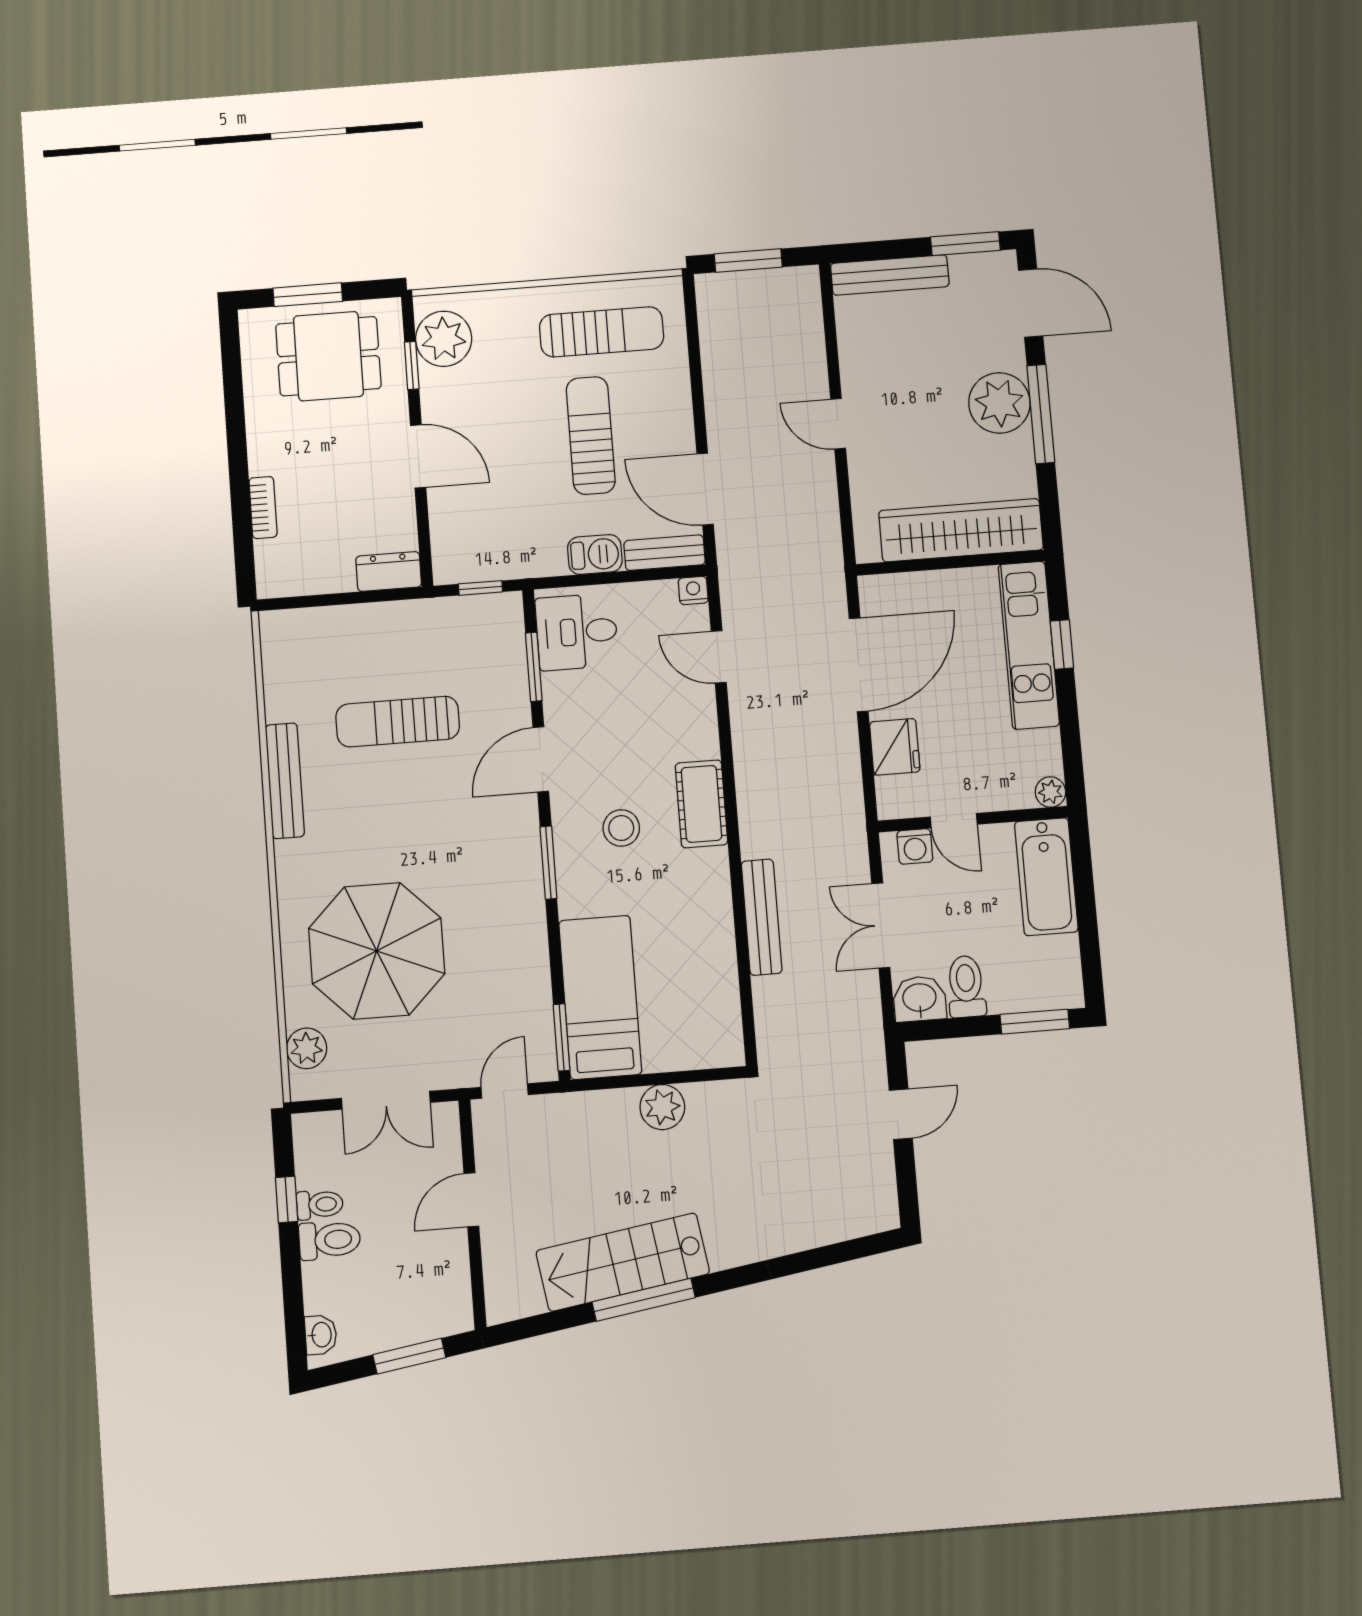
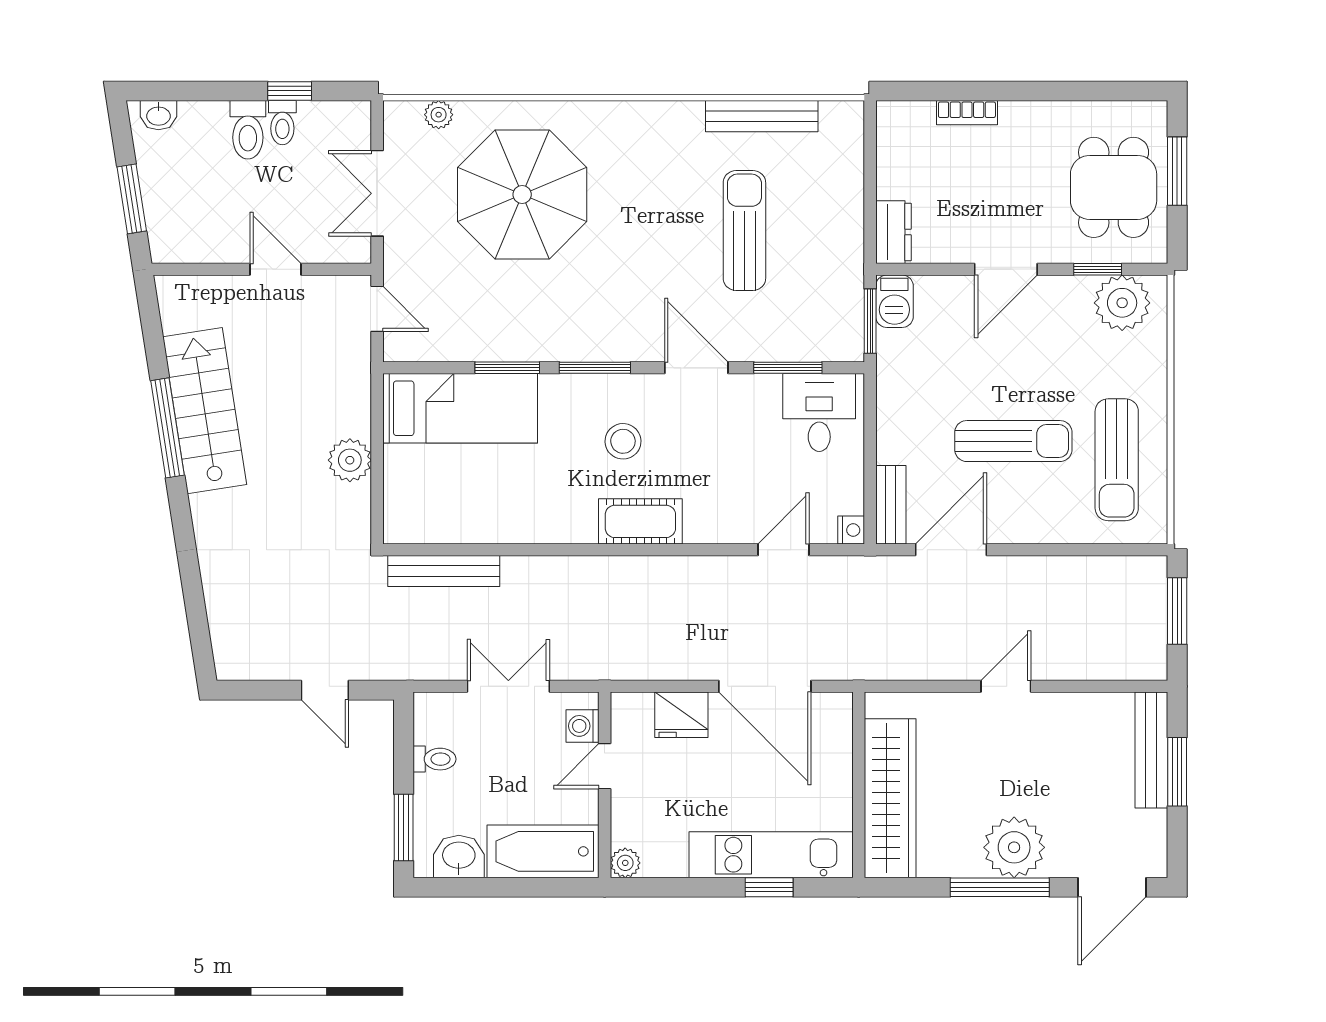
window: (965, 244) -> (1177, 772), moved
barbecue: (595, 554) -> (894, 301), moved
window: (480, 588) -> (870, 321), width x1.50
bench: (285, 781) -> (762, 116), moved
bench: (762, 917) -> (444, 571), moved
toilet: (966, 987) -> (435, 759), width x0.73, depth x0.72
washbasin: (920, 999) -> (459, 856), moved, turned -90
window: (562, 1037) -> (507, 368), moved
plant: (307, 1048) -> (439, 115), width x0.73, depth x0.73

